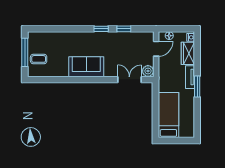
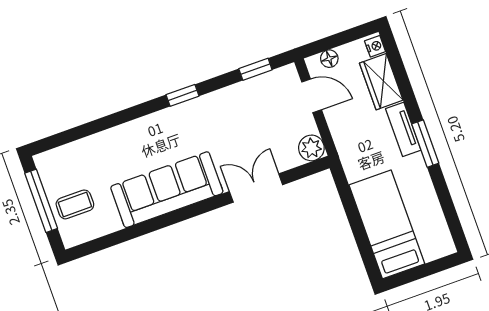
window: (124, 29) -> (255, 69), moved
door: (156, 49) -> (312, 96), hinge flipped
sofa: (86, 67) -> (167, 190), width x1.36
double door: (129, 80) -> (256, 188), moved

